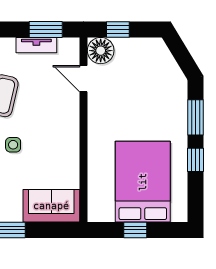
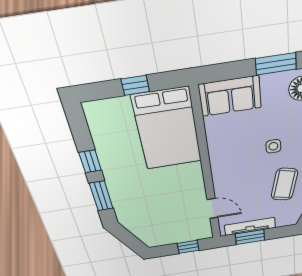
tv unit: (36, 45) -> (250, 226), width x1.41
floor lamp: (101, 51) -> (200, 231), removed
bed: (143, 182) -> (167, 129), moved

